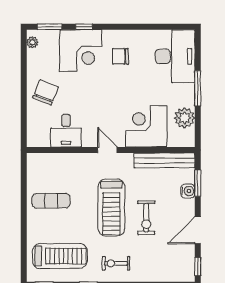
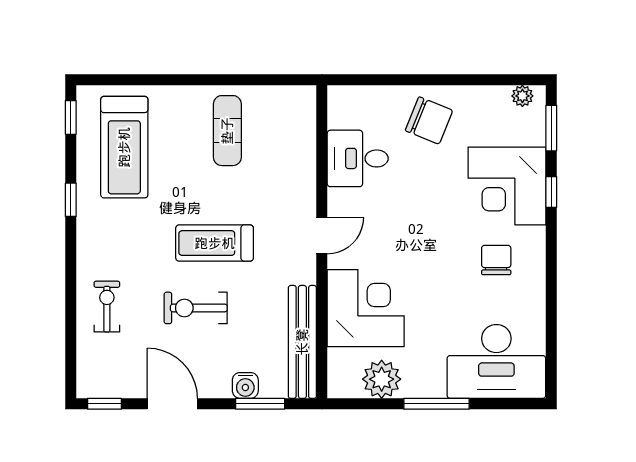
treadmill: (111, 208) -> (215, 243), width x0.73, depth x0.73
exercise bike: (116, 263) -> (107, 307), moved

